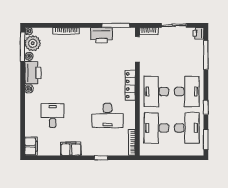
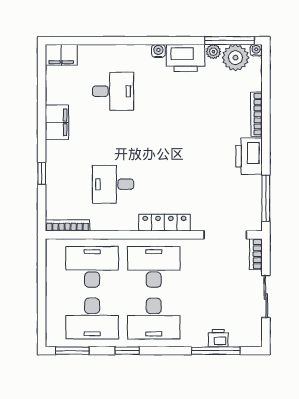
printer: (198, 33) -> (218, 338), moved
printer: (102, 35) -> (249, 156), moved
desk: (107, 116) -> (113, 184), width x0.73

